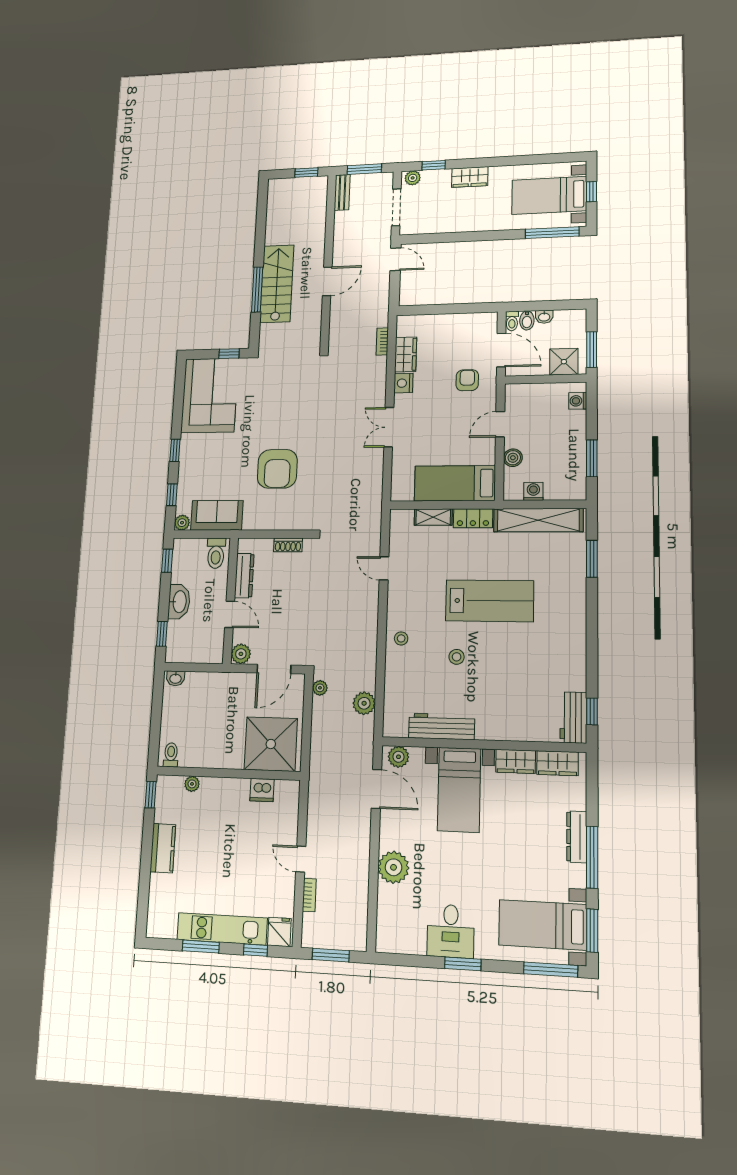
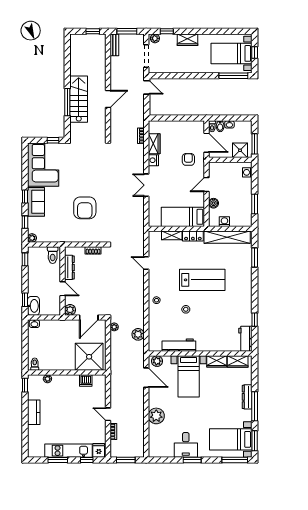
sofa: (217, 515) -> (36, 202), moved, turned 90
washbasin: (179, 602) -> (33, 306), moved
window: (592, 711) -> (255, 320), moved

